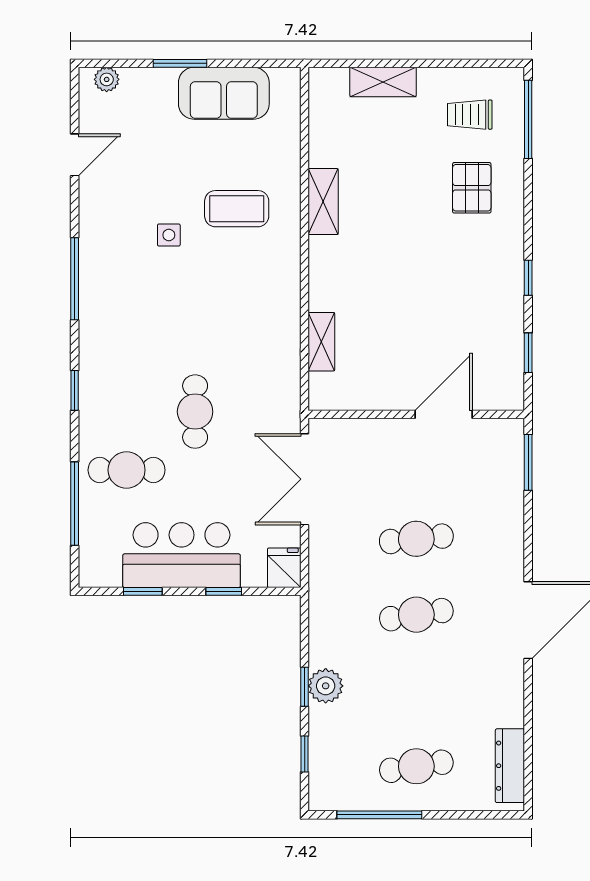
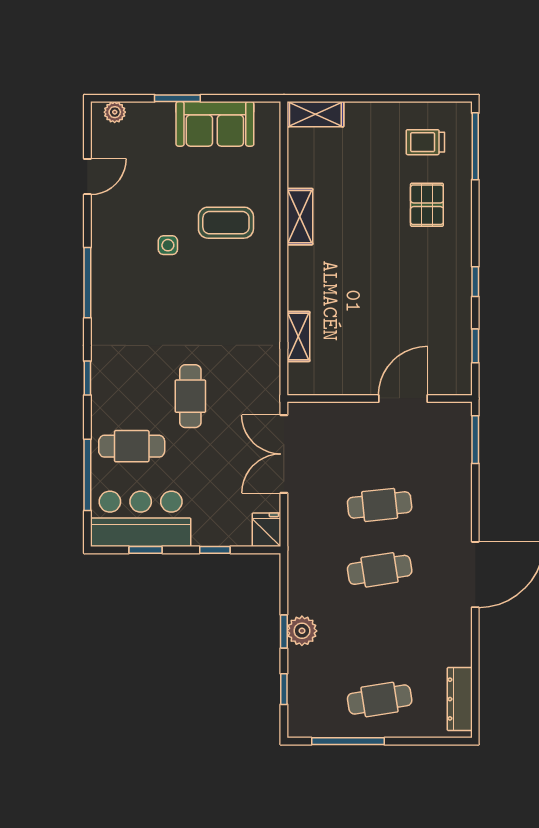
shelving: (383, 82) -> (315, 114), moved
bar counter: (182, 555) -> (141, 519), moved

